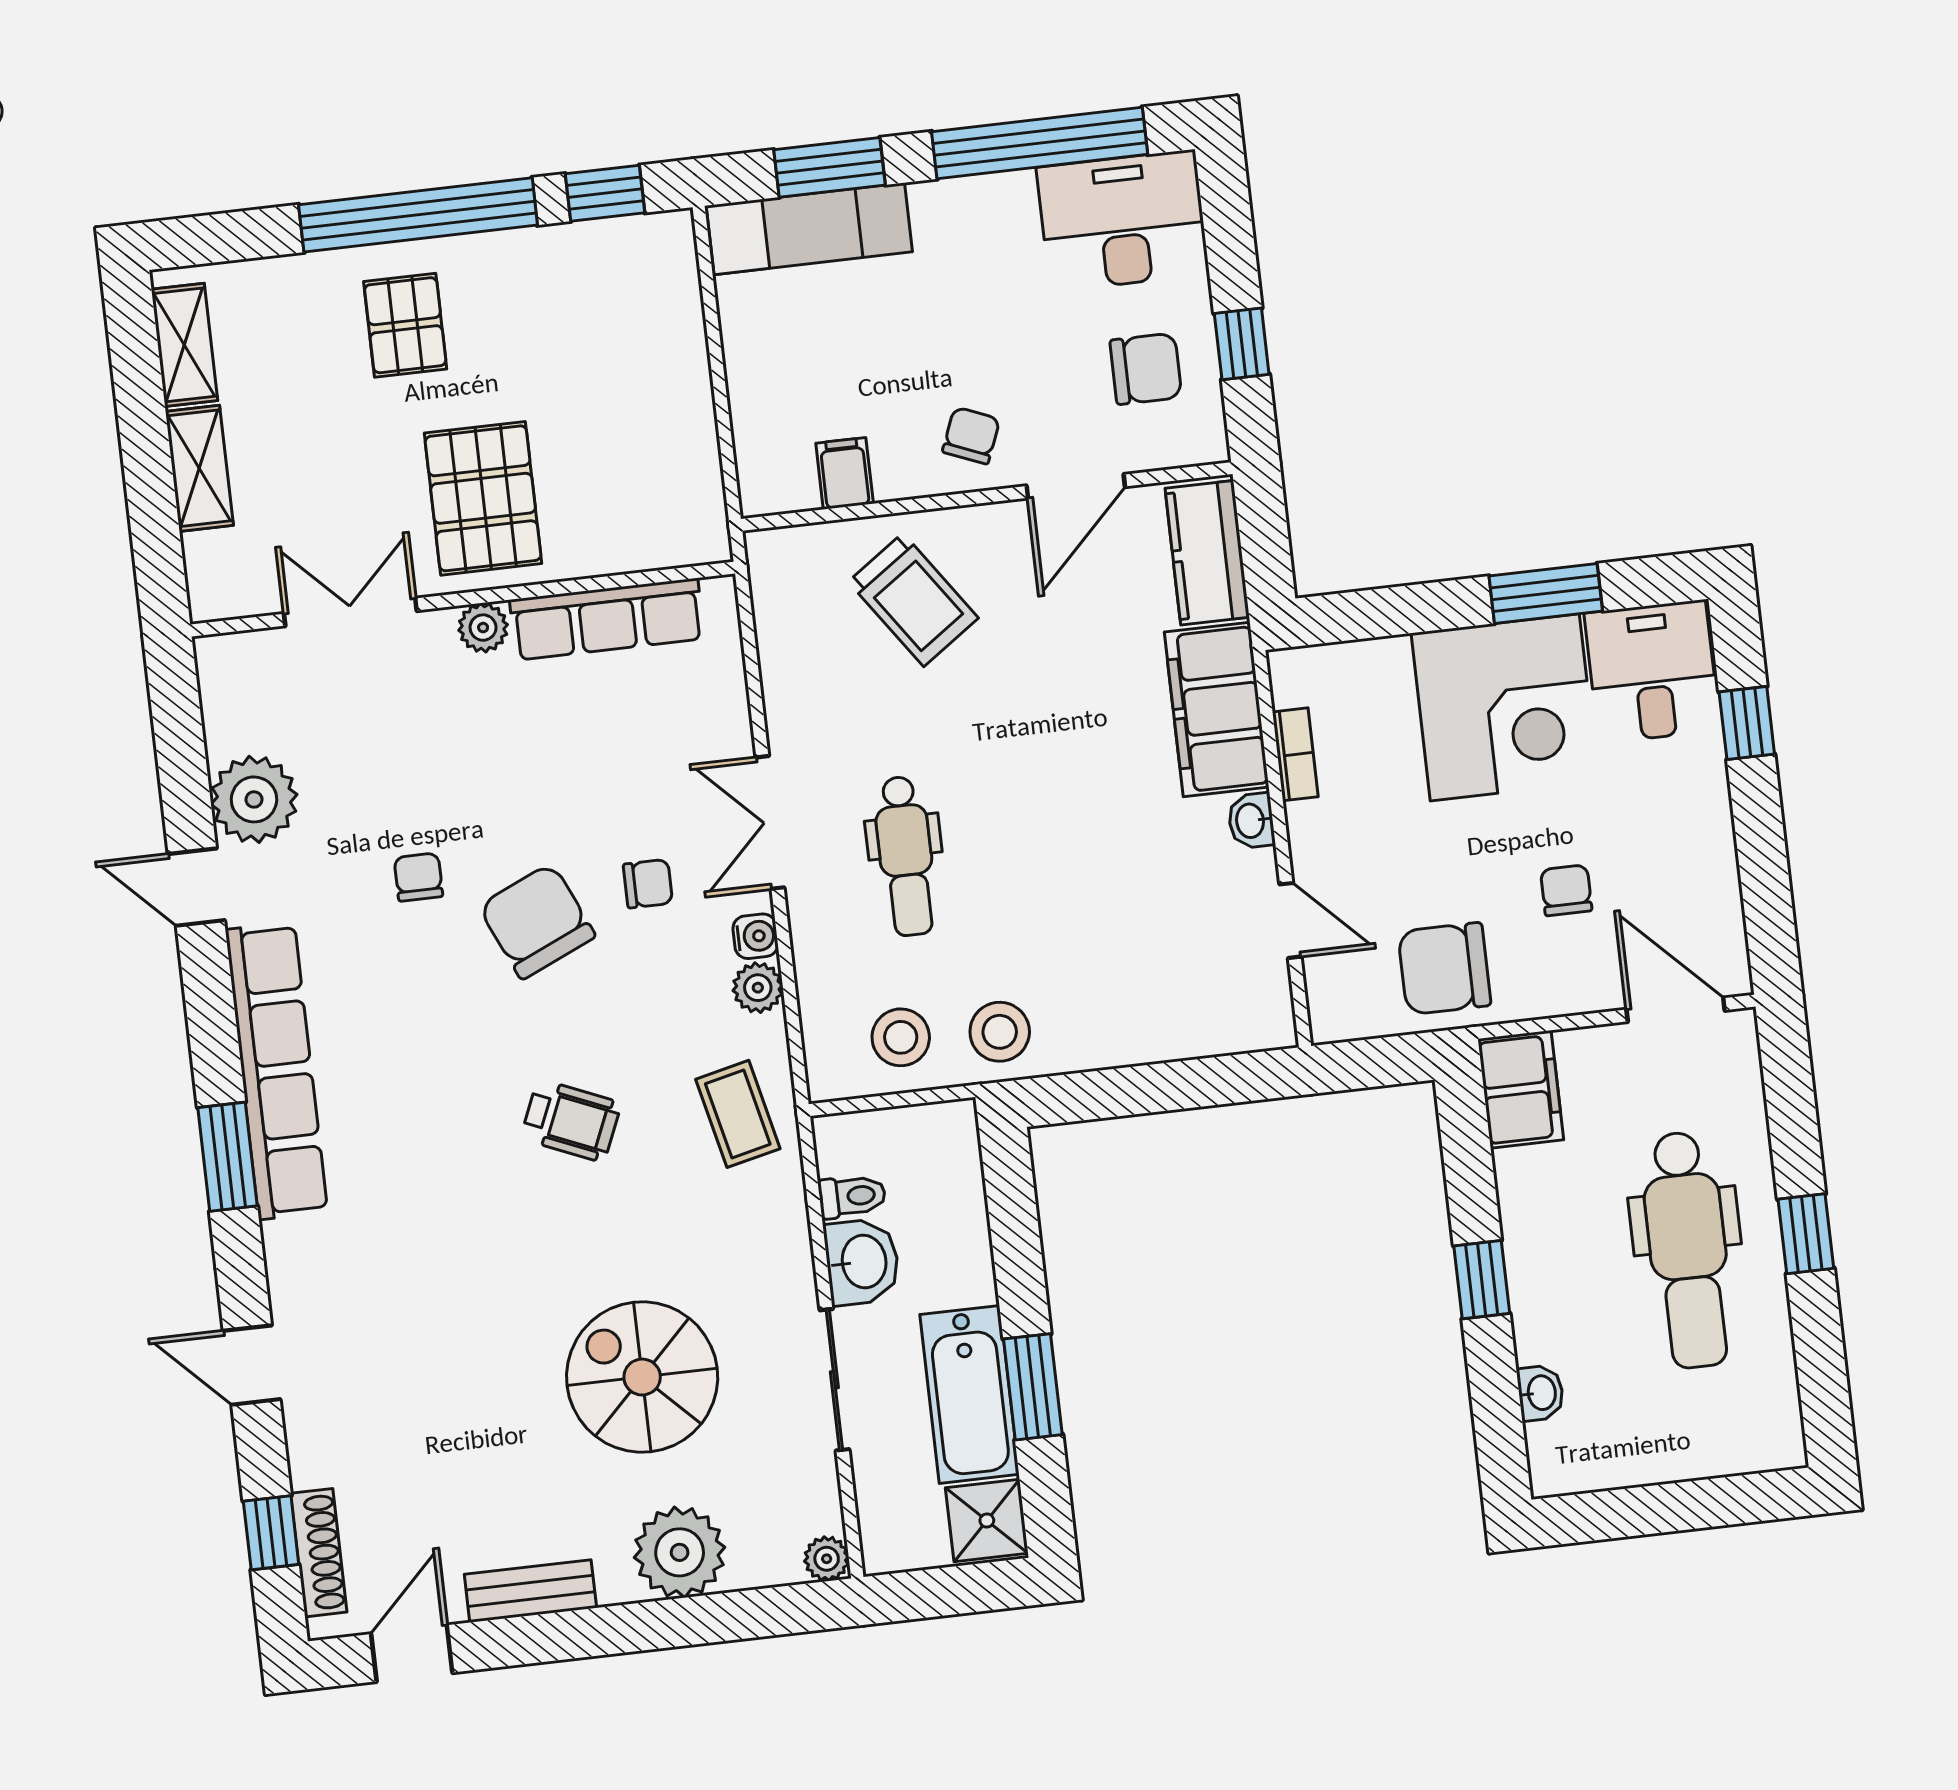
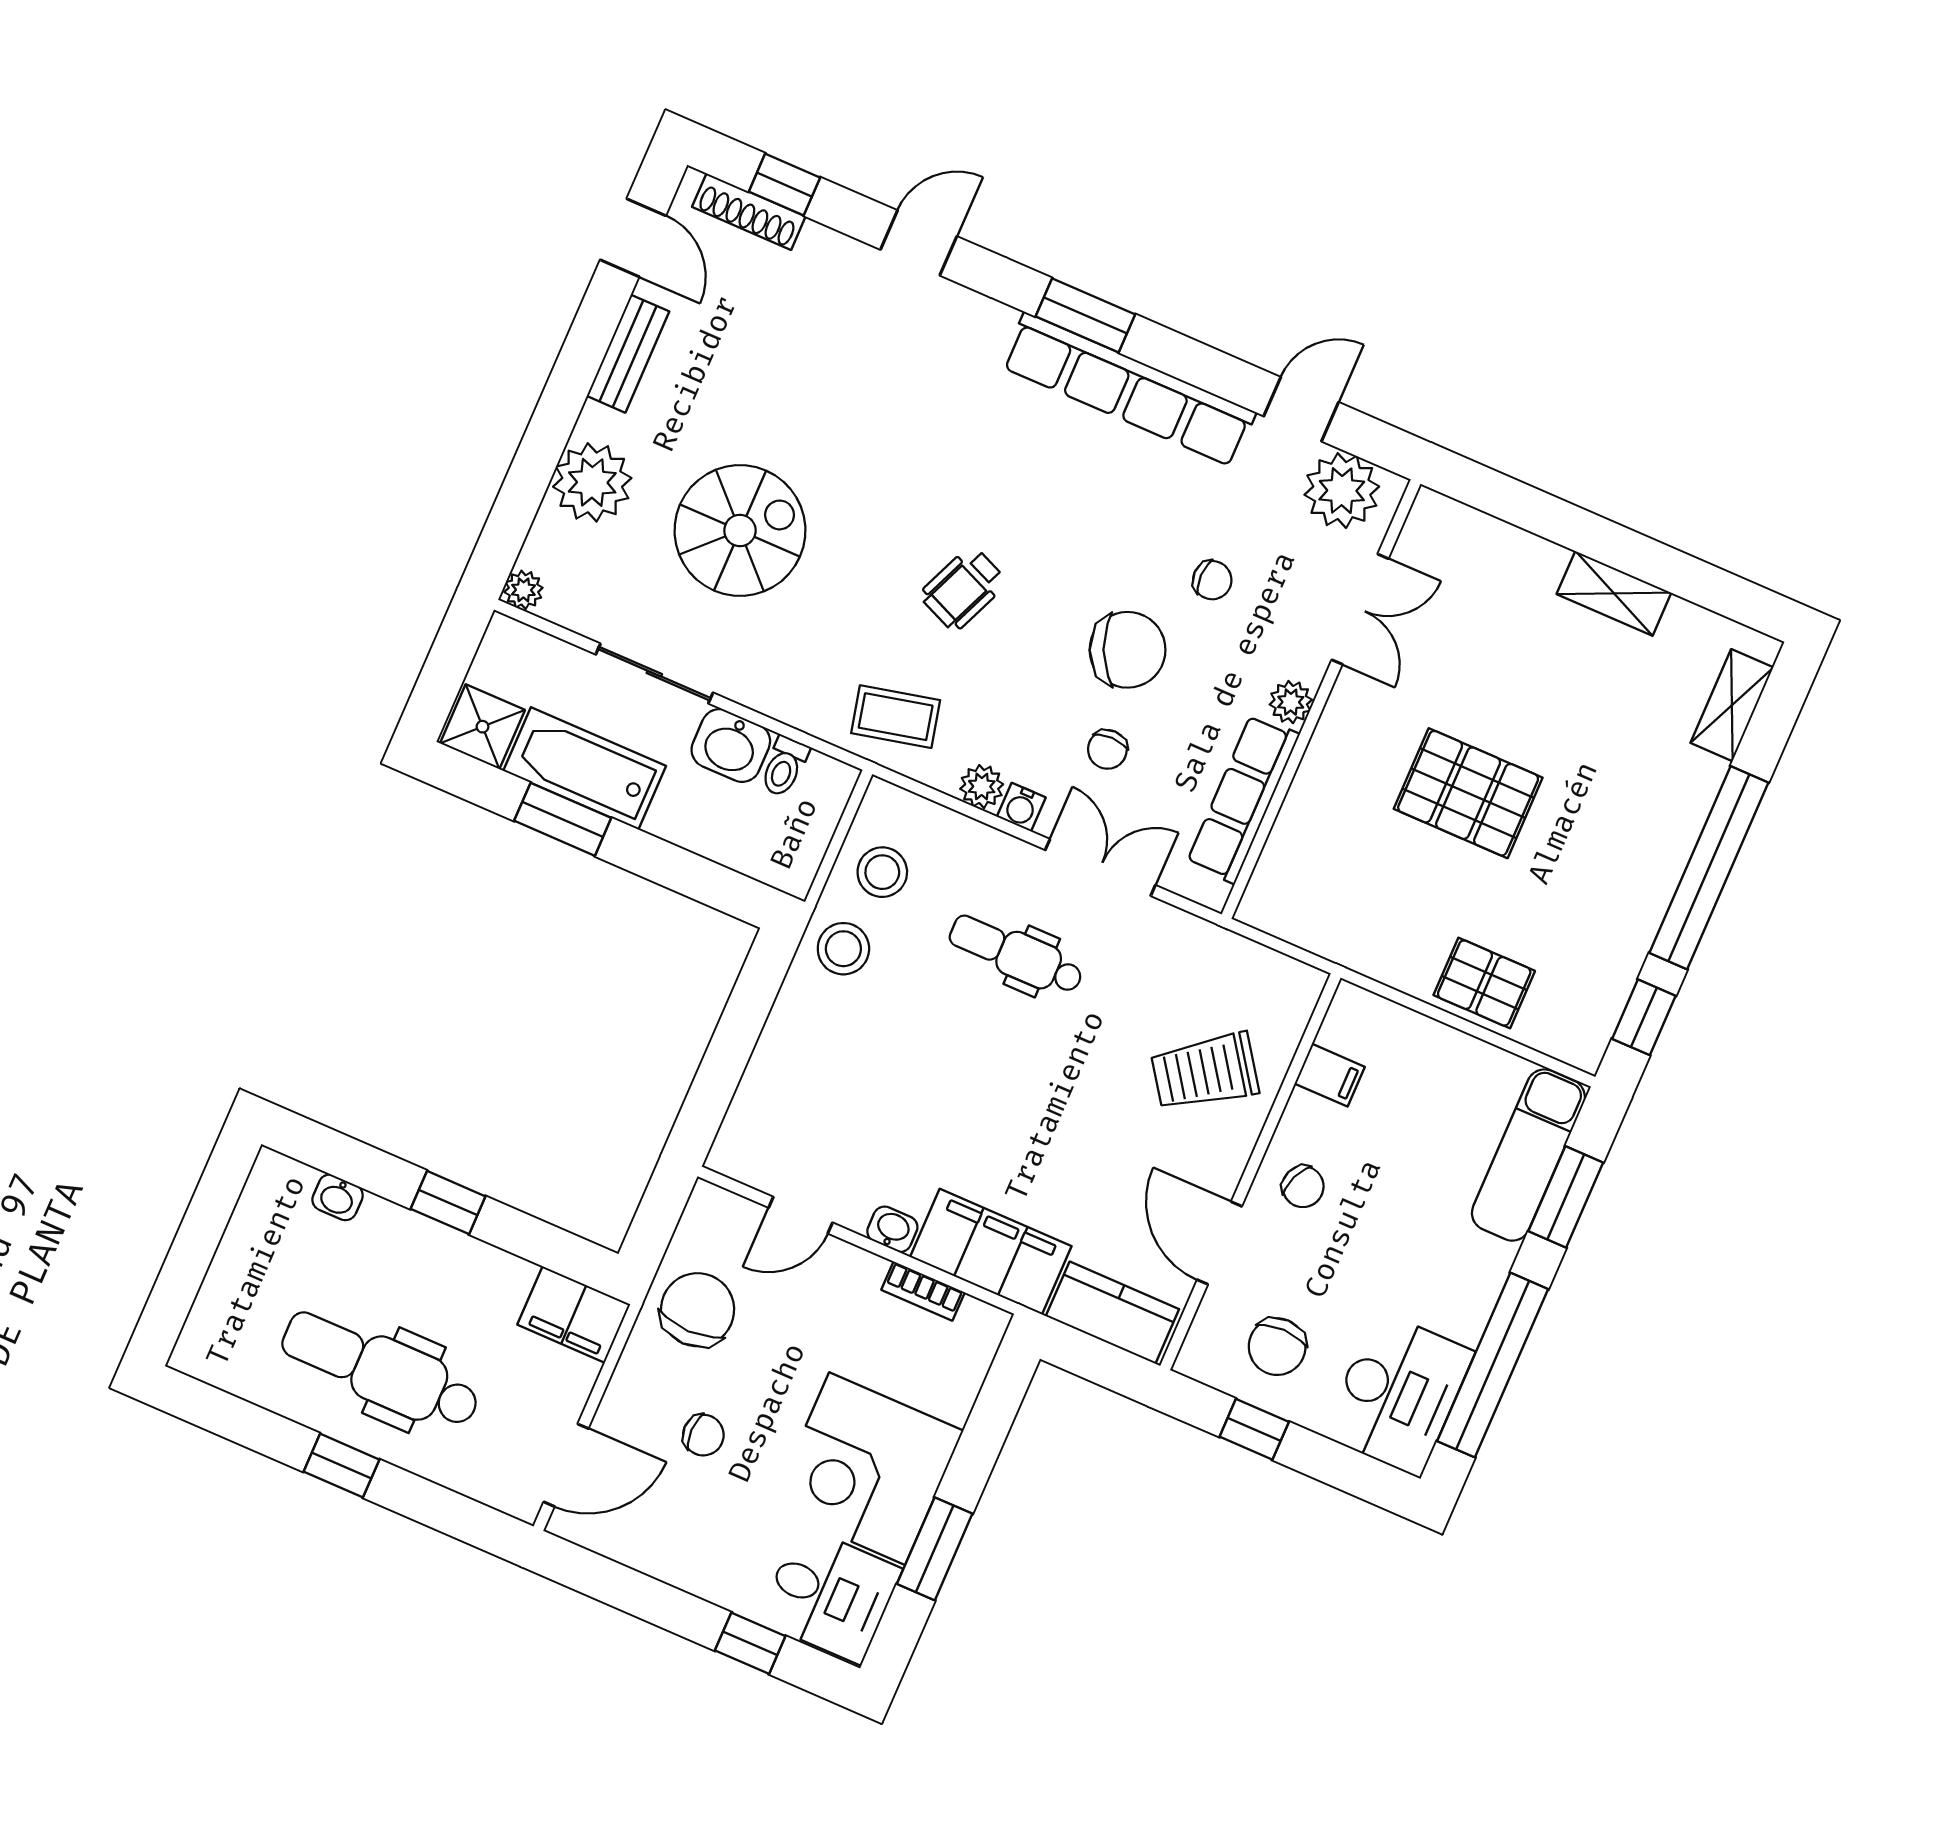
pallet: (405, 325) -> (1484, 983), moved
shelving: (184, 345) -> (1732, 705), moved, turned 90
wall: (463, 599) -> (1321, 699), moved
double door: (350, 612) -> (1360, 609), moved
row of seats: (607, 619) -> (1243, 799), moved
plant: (483, 628) -> (1291, 702), moved

